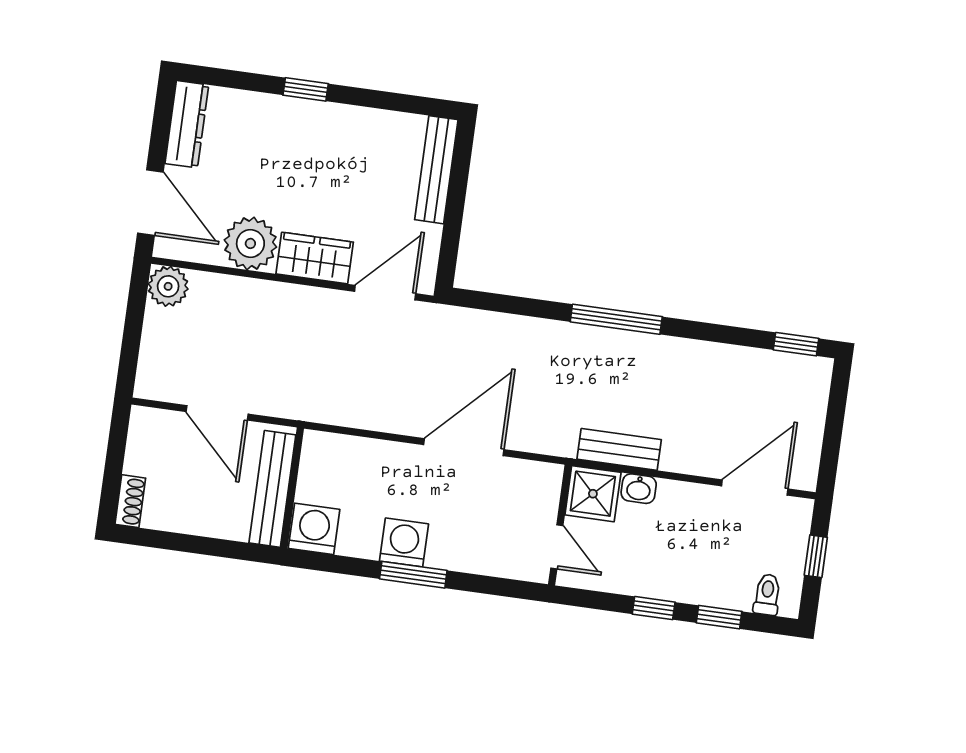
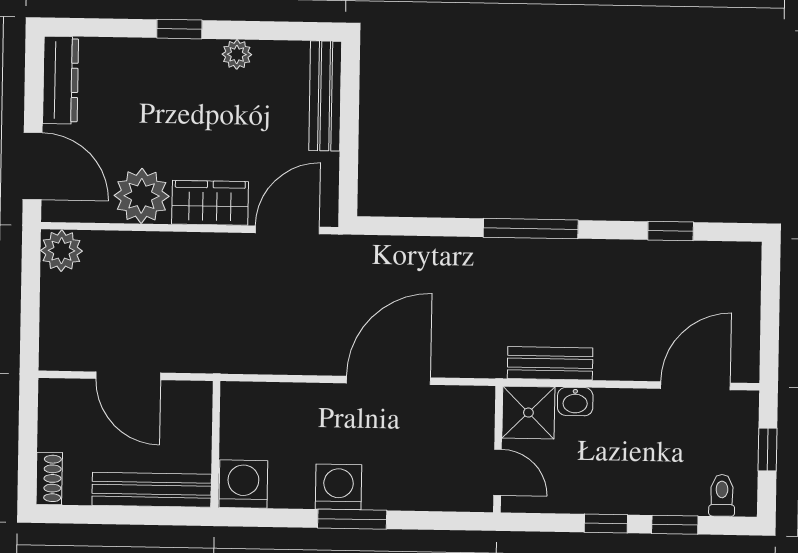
plant: (357, 120) -> (237, 54), added
window: (796, 344) -> (671, 231), moved
bench: (272, 489) -> (152, 490), moved, turned 90

